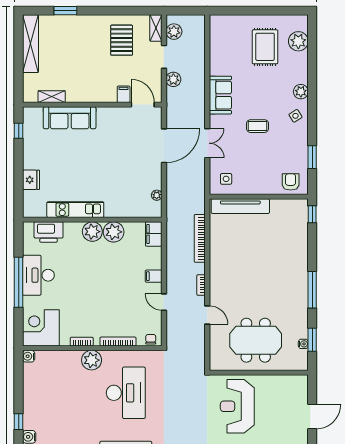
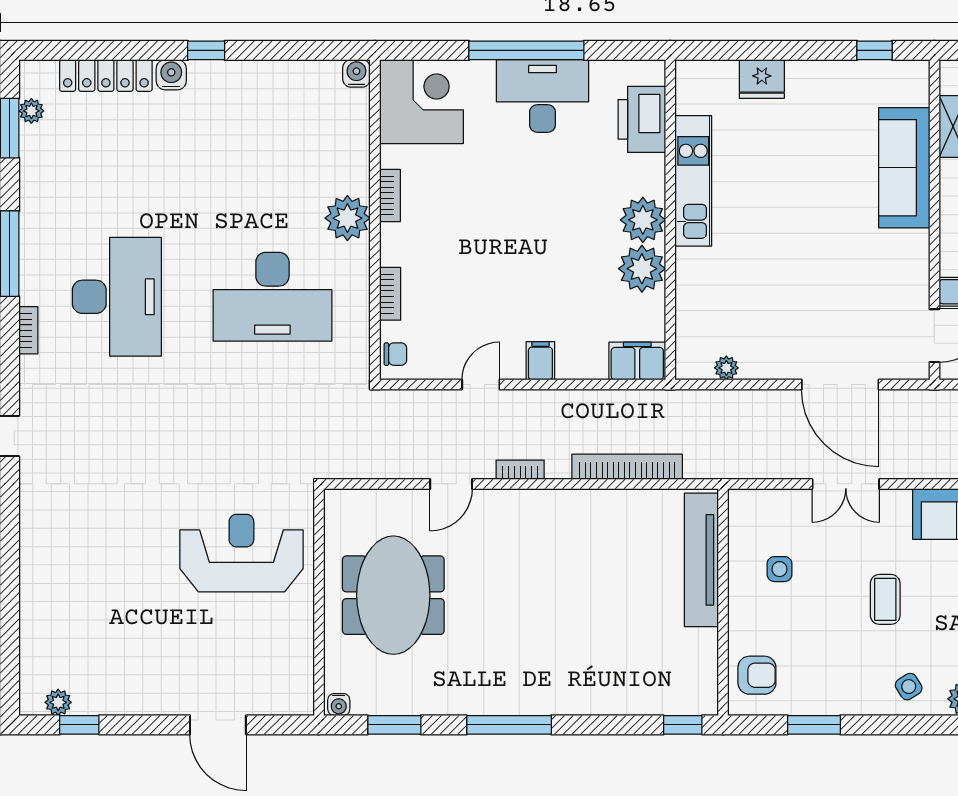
side table: (226, 179) -> (779, 569), moved
bookcase: (118, 342) -> (390, 294), width x0.64
water cooler: (303, 344) -> (339, 705), moved

